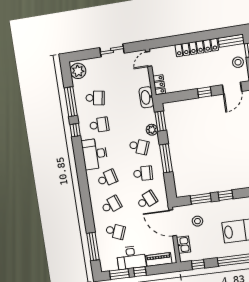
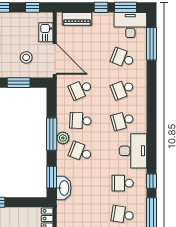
washbasin: (146, 97) -> (64, 188), moved
plant: (152, 130) -> (63, 138), moved
desk: (131, 258) -> (130, 25), moved

